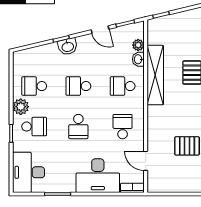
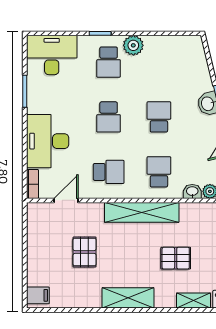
shelving: (155, 75) -> (142, 212), moved
school desk: (34, 86) -> (159, 62), removed
school desk: (78, 127) -> (109, 117), turned -90

